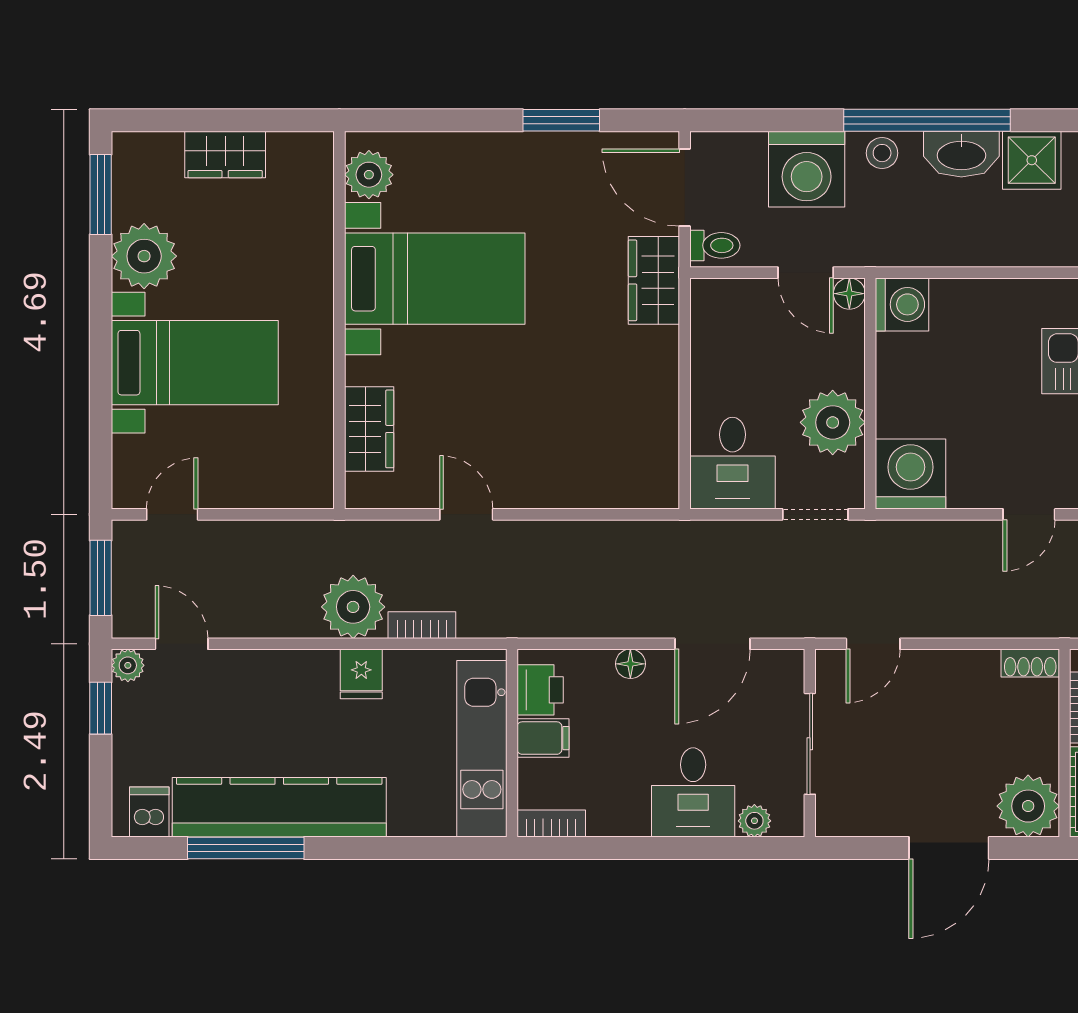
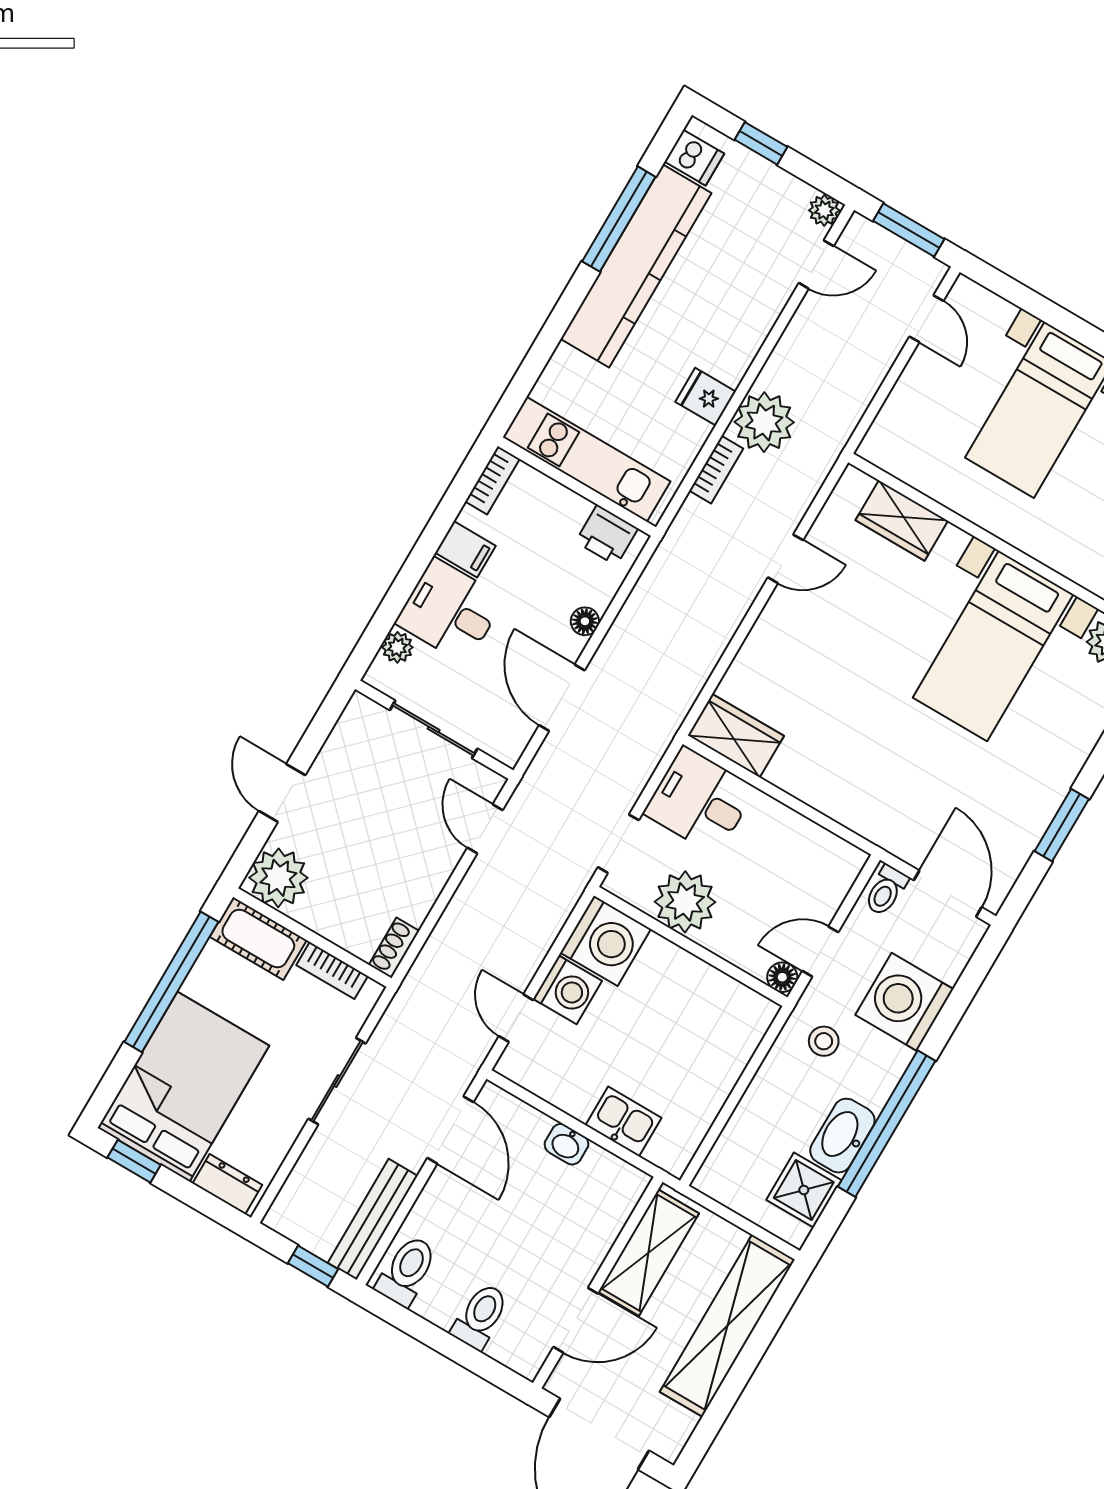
stool: (882, 153) -> (824, 1041), moved
door: (685, 188) -> (948, 894), hinge flipped
wardrobe: (654, 280) -> (736, 736), moved
washing machine: (902, 304) -> (568, 990), moved, turned -90
window: (101, 708) -> (761, 143), moved
filing cabinet: (543, 738) -> (465, 549), moved, turned -90
door: (949, 848) -> (282, 793), width x0.73

